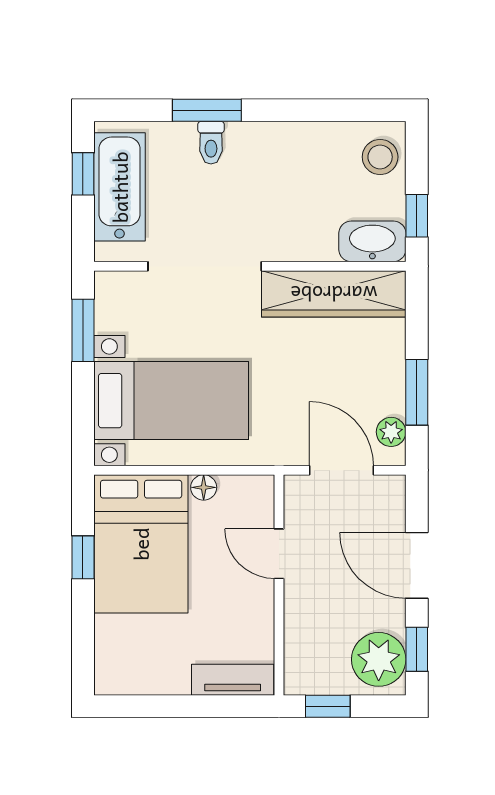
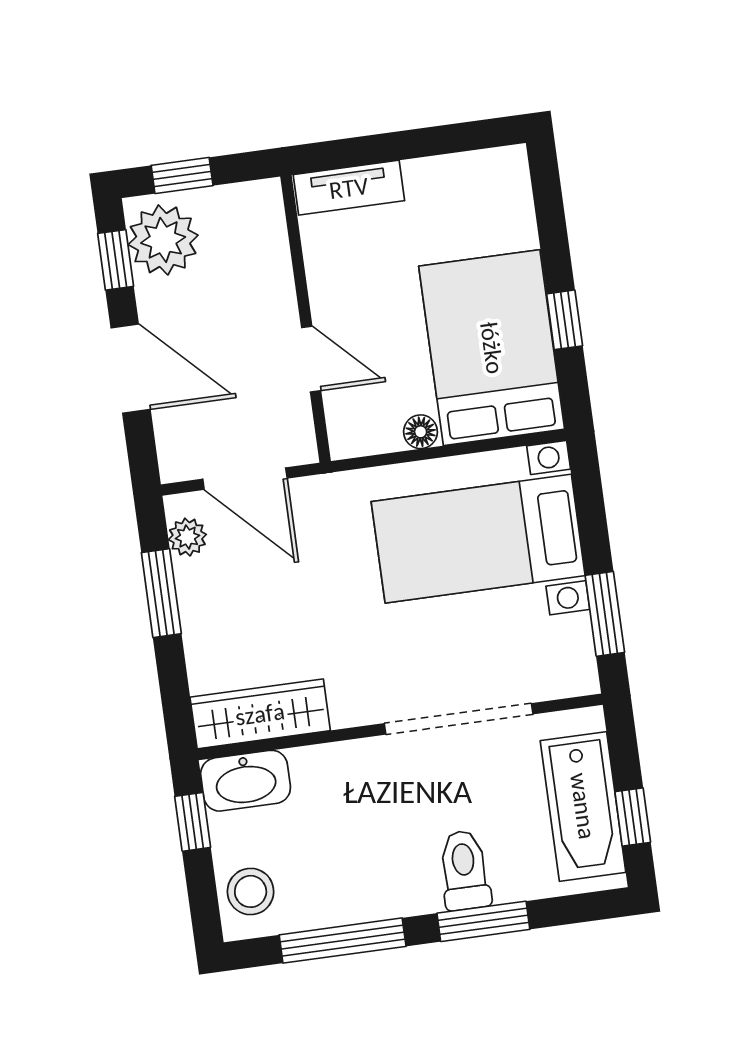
window: (316, 110) -> (343, 941), added
toilet: (211, 143) -> (464, 870), width x1.37, depth x1.39
wardrobe: (334, 294) -> (260, 714), width x0.71, depth x0.85
window: (328, 706) -> (182, 175), moved

